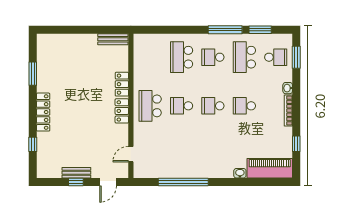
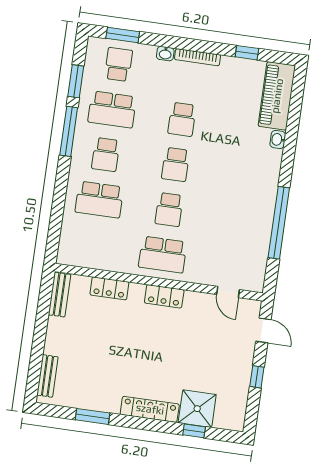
locker: (122, 84) -> (109, 288), moved
shower: (48, 144) -> (197, 409), added
bench: (76, 173) -> (47, 376), moved

